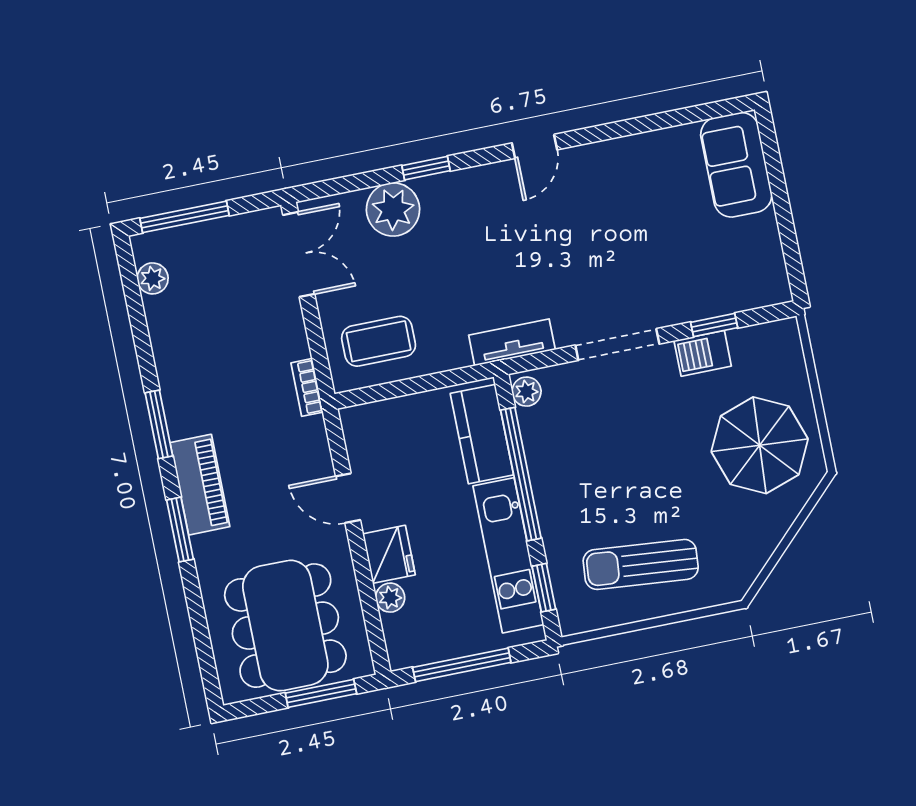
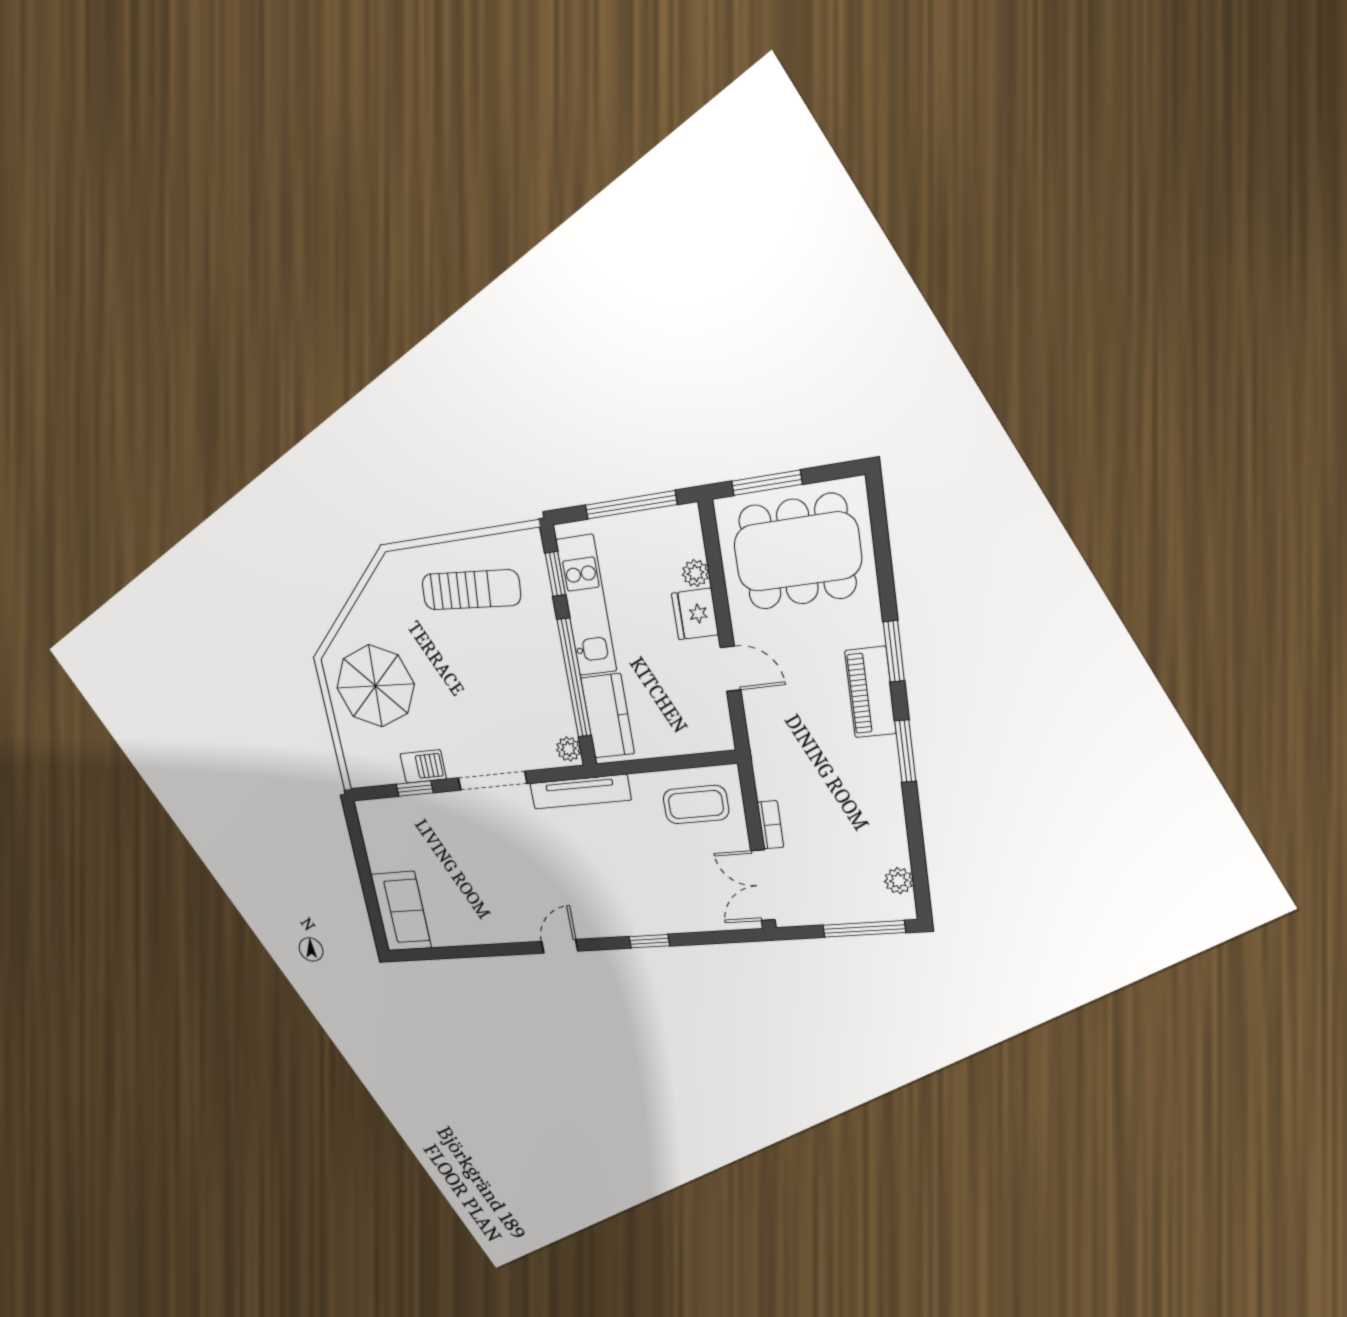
plant: (393, 209) -> (679, 912), removed
tv unit: (512, 342) -> (580, 792), width x1.41
bookcase: (307, 387) -> (770, 825), moved
dining table: (285, 626) -> (797, 552), turned 90

